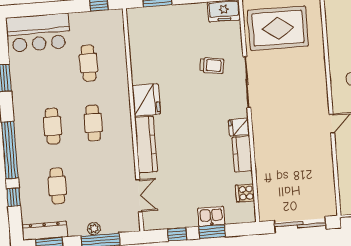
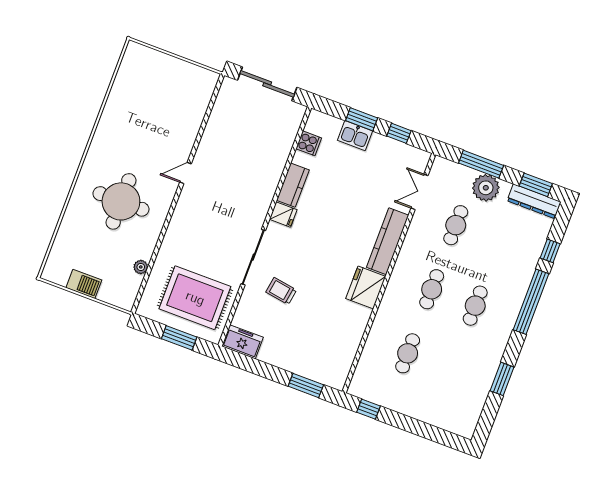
plant: (332, 32) -> (141, 267), added
bar counter: (38, 33) -> (445, 409), removed
cafe table: (57, 186) -> (456, 225), moved
plant: (94, 229) -> (486, 188), width x1.88, depth x1.88

